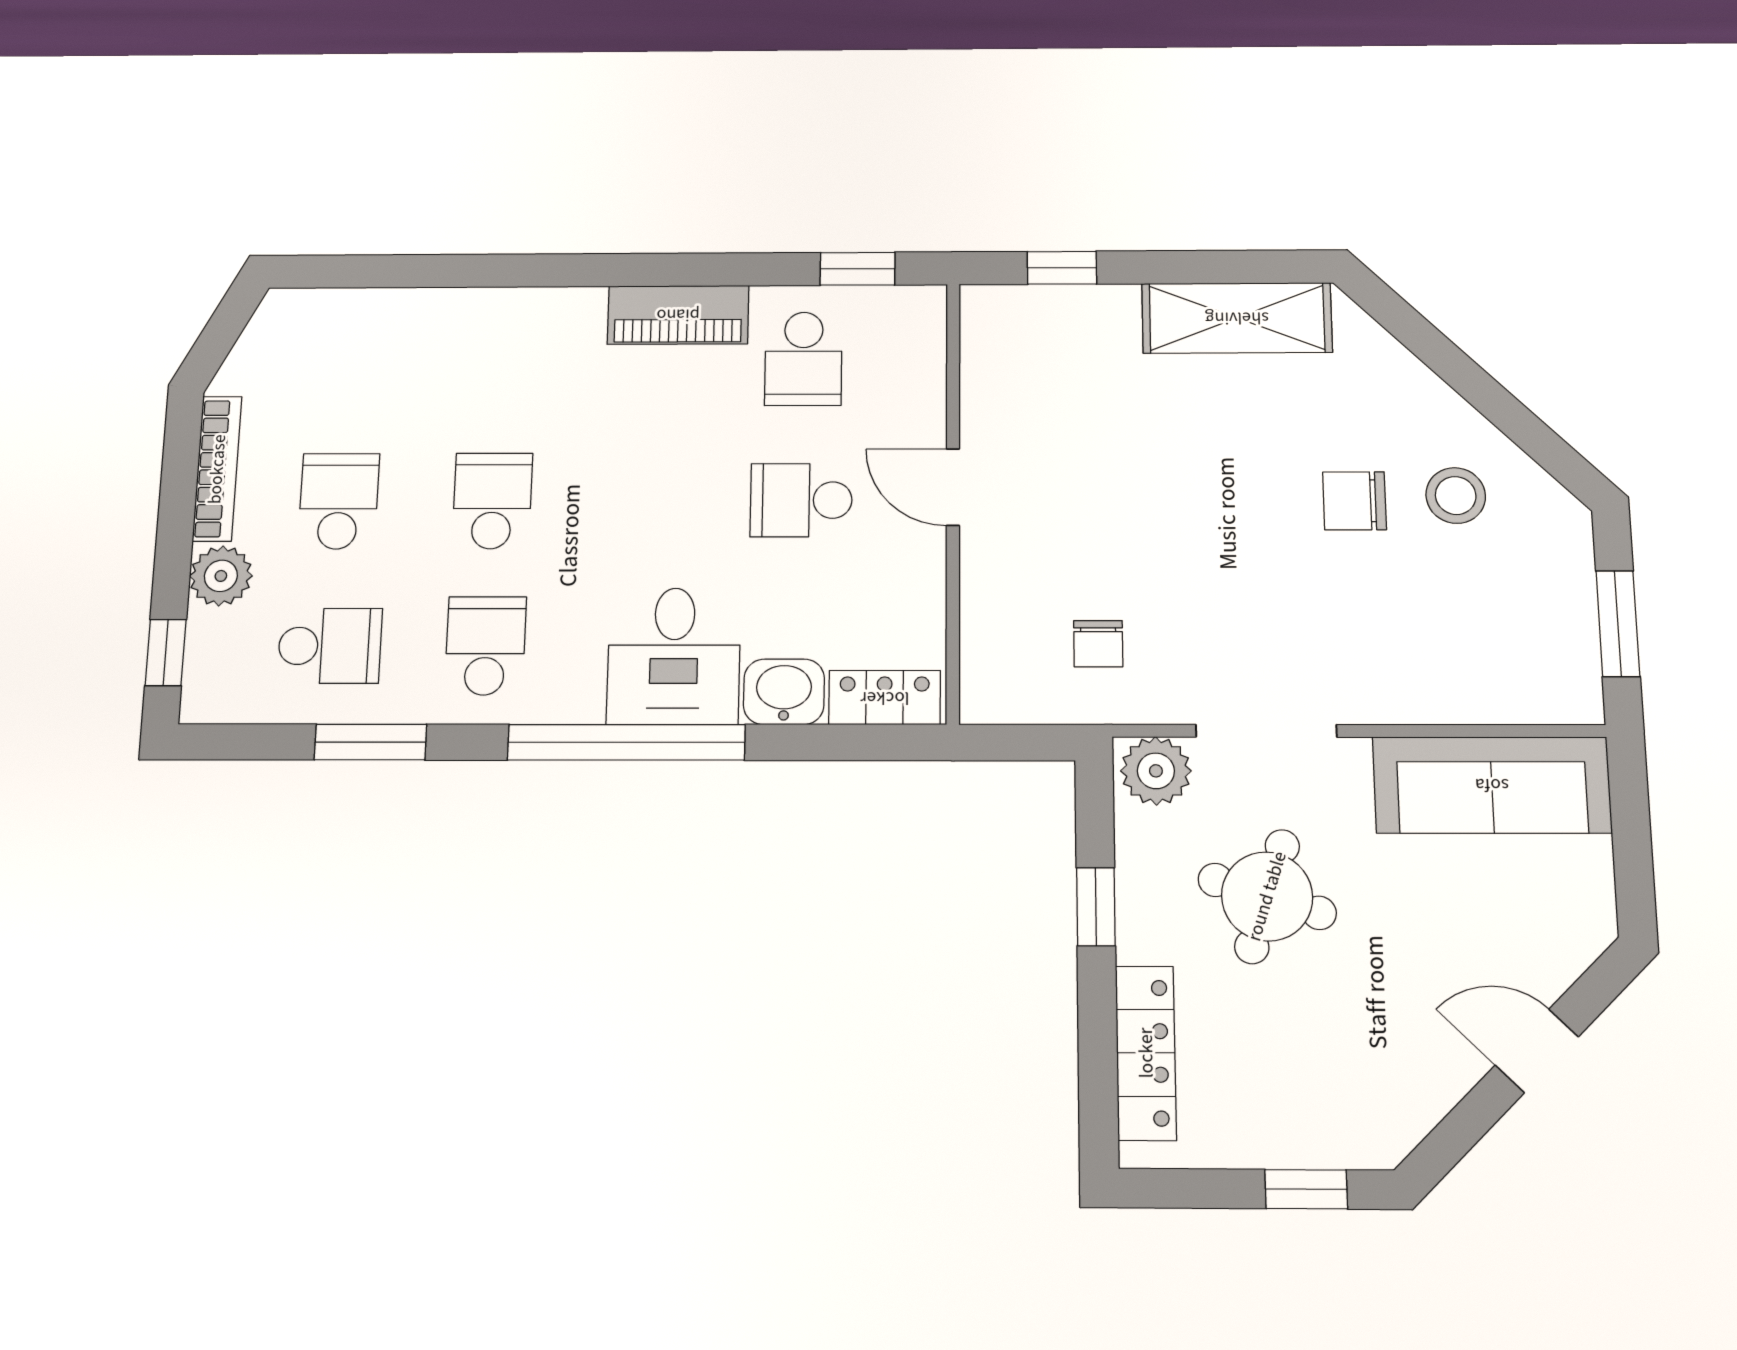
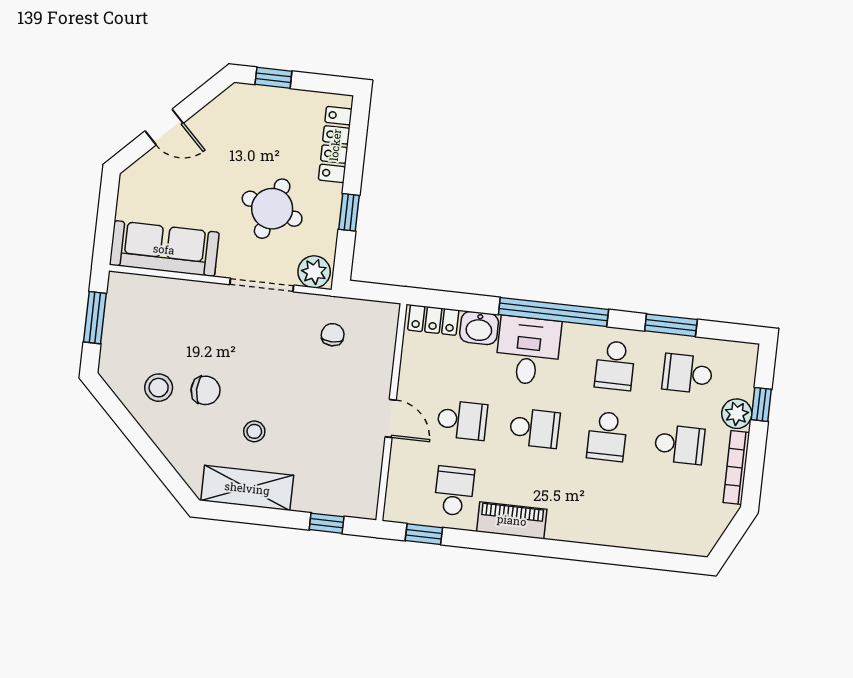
stool: (1238, 430) -> (254, 431), added
school desk: (646, 500) -> (535, 428), added
school desk: (339, 501) -> (679, 444), turned -90
window: (166, 652) -> (761, 404), moved

